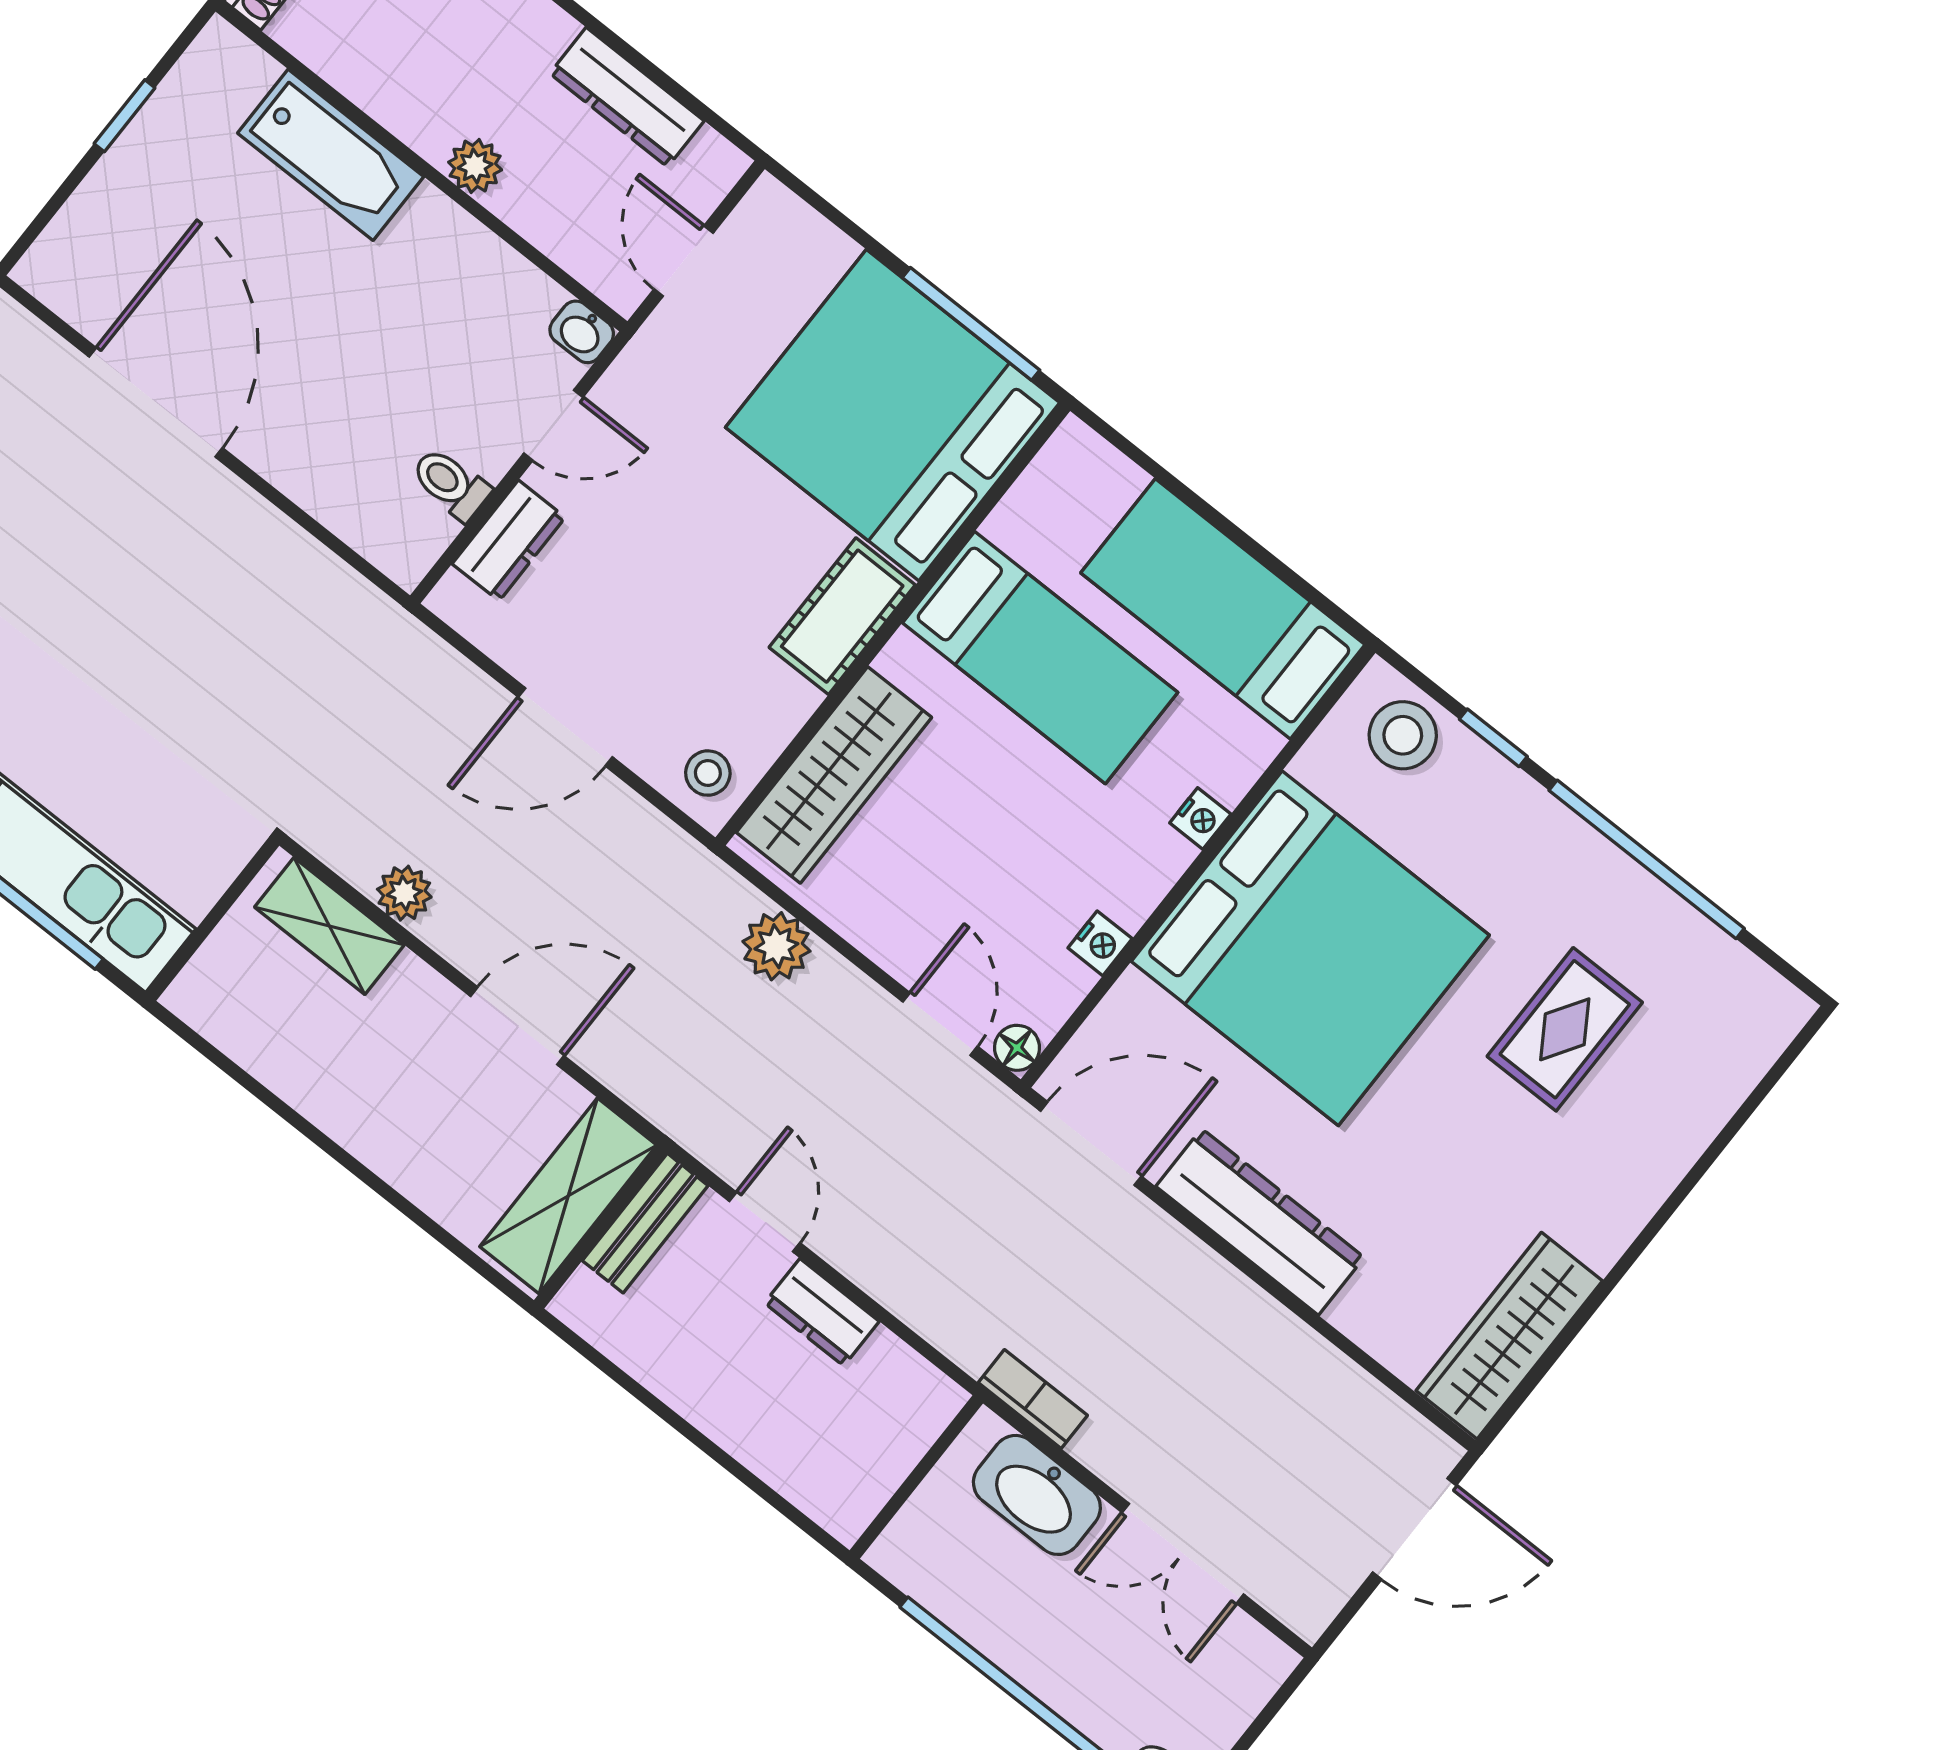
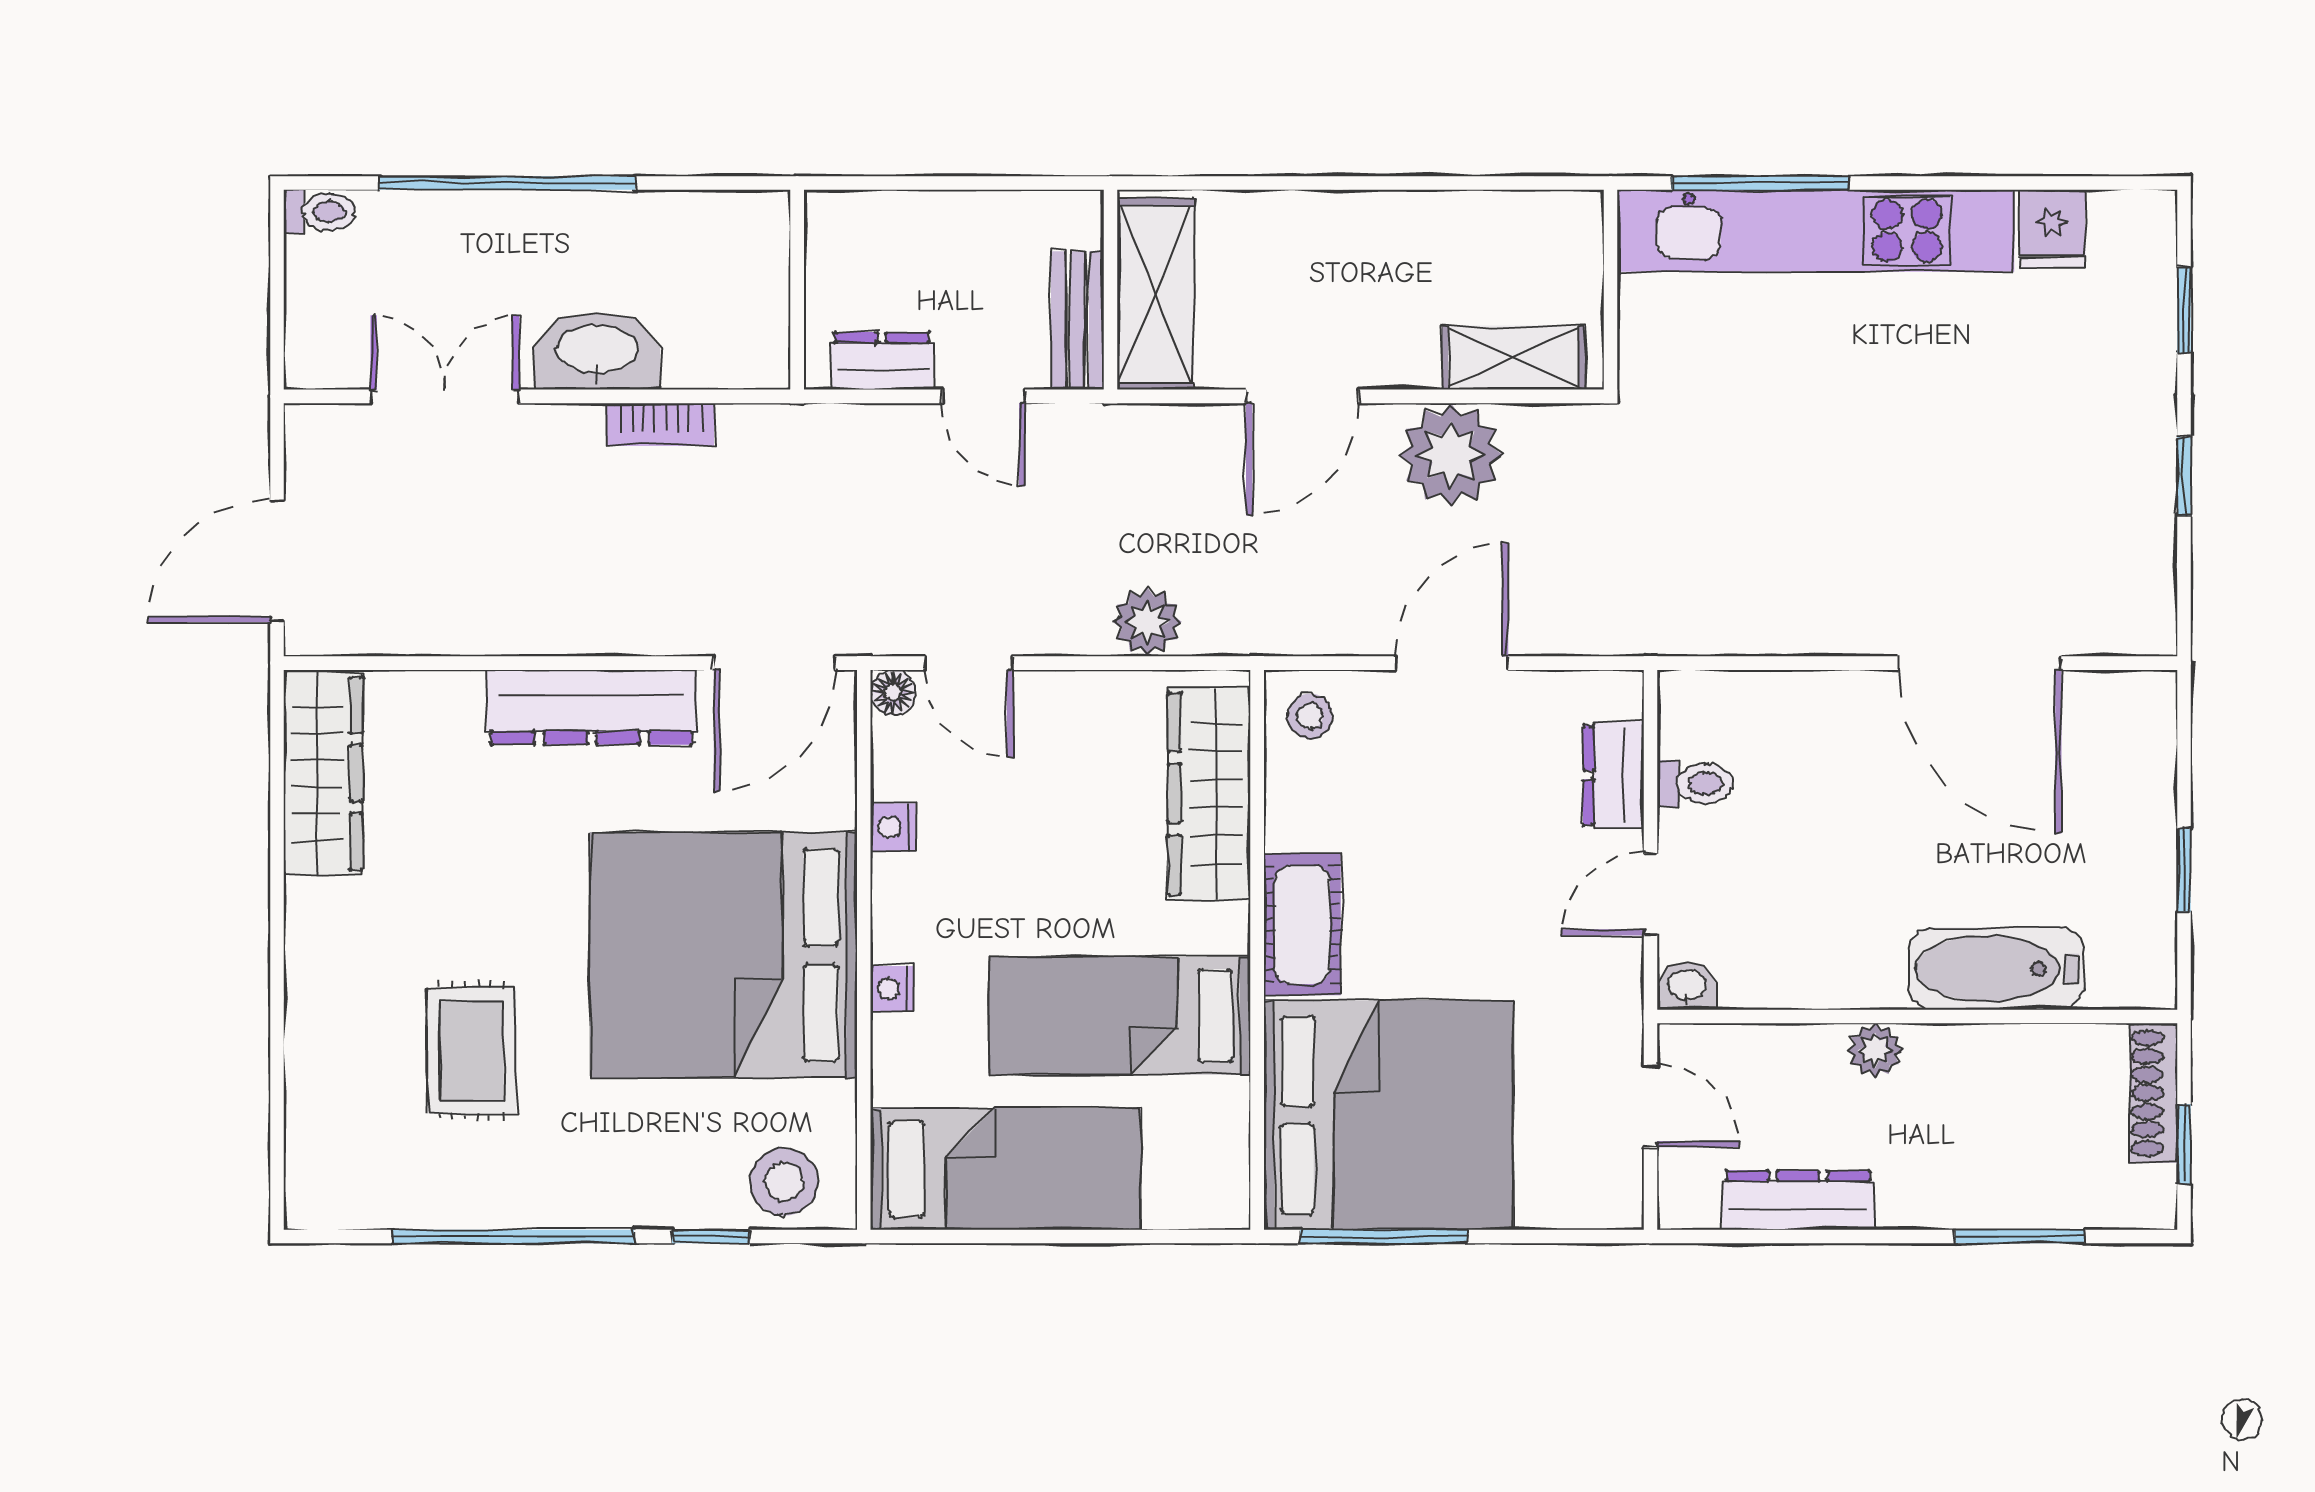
plant: (404, 893) -> (1451, 455), width x1.87, depth x1.87
wall: (916, 1477) -> (797, 290), moved

